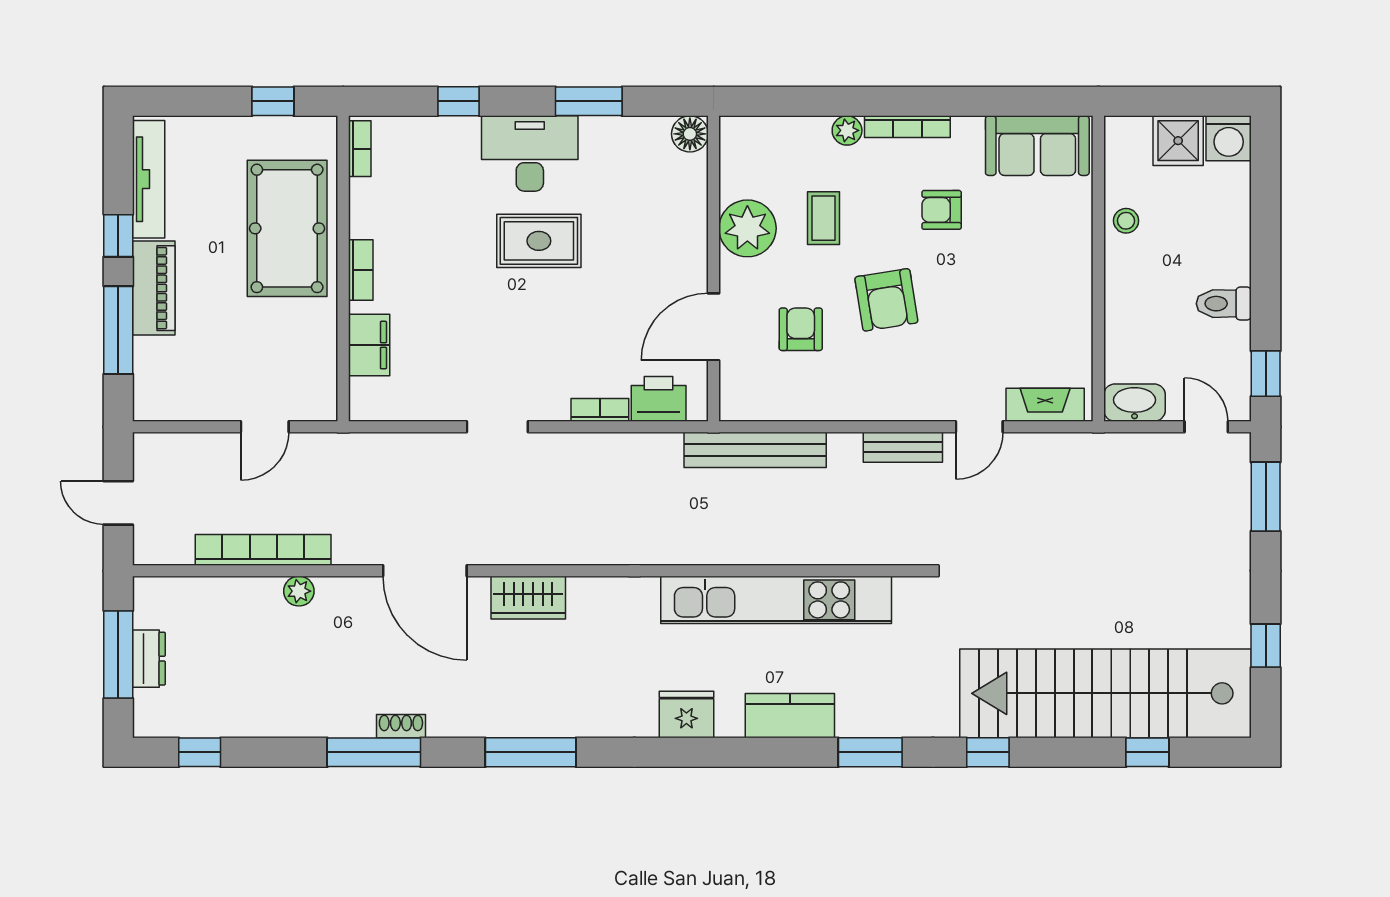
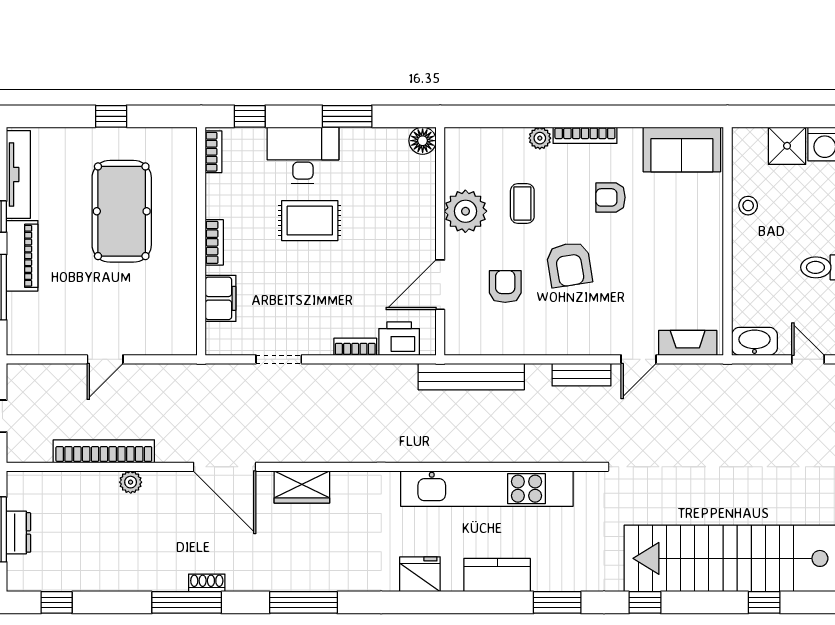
bookcase: (360, 149) -> (214, 152), moved
wall: (343, 269) -> (201, 241), moved
bookcase: (361, 270) -> (214, 242), moved
filing cabinet: (369, 345) -> (221, 298), moved

